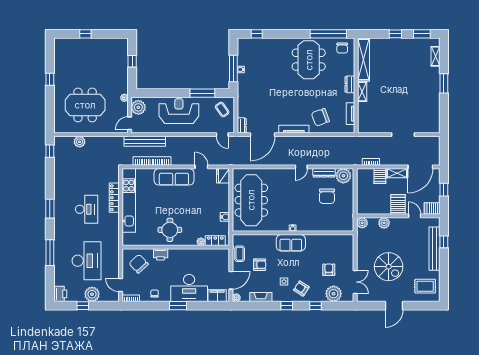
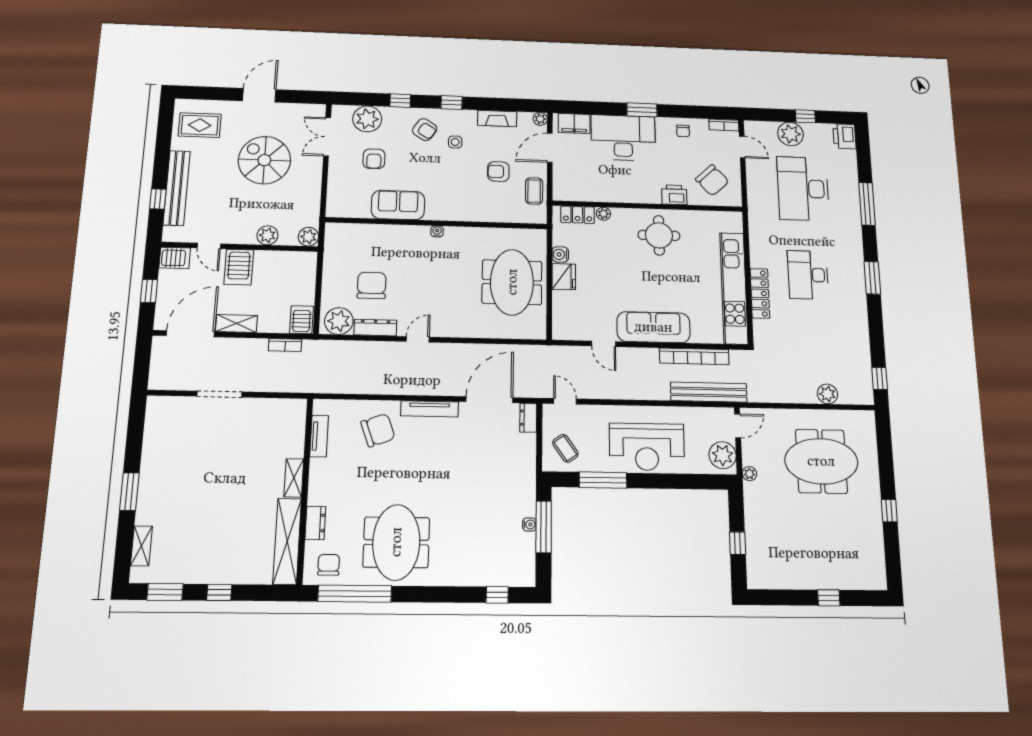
dresser: (350, 84) -> (315, 523), moved
fridge: (223, 176) -> (564, 277), moved
server rack: (380, 176) -> (301, 320), moved
meeting table: (251, 200) -> (512, 282), width x0.73
sofa: (291, 243) -> (398, 205), moved

